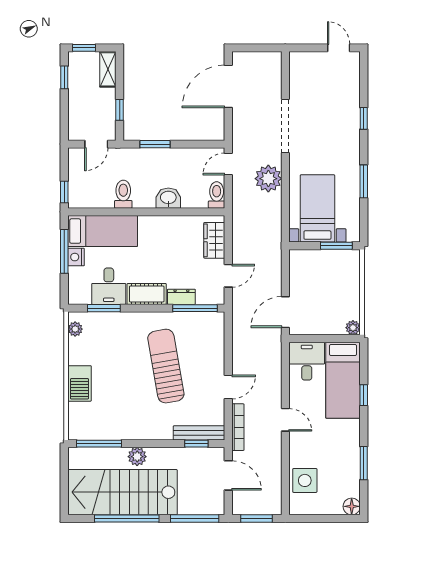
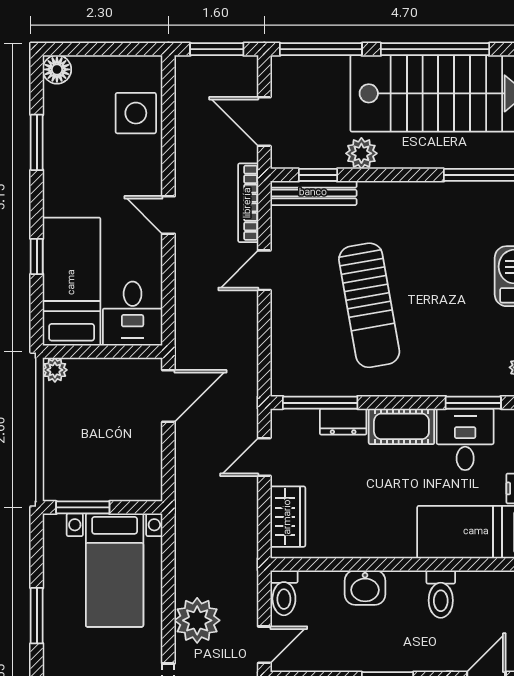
plant: (137, 457) -> (361, 153), moved

